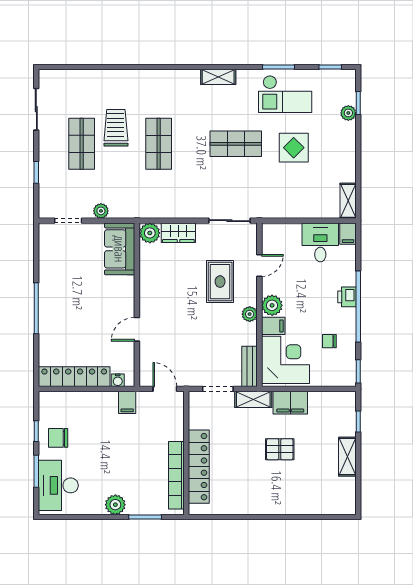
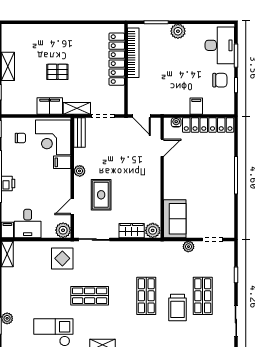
display table: (294, 148) -> (62, 258), moved
plant: (272, 305) -> (63, 230), moved
door: (137, 329) -> (162, 148), moved
chair: (329, 341) -> (20, 138), moved
filing cabinet: (127, 402) -> (196, 106), moved

